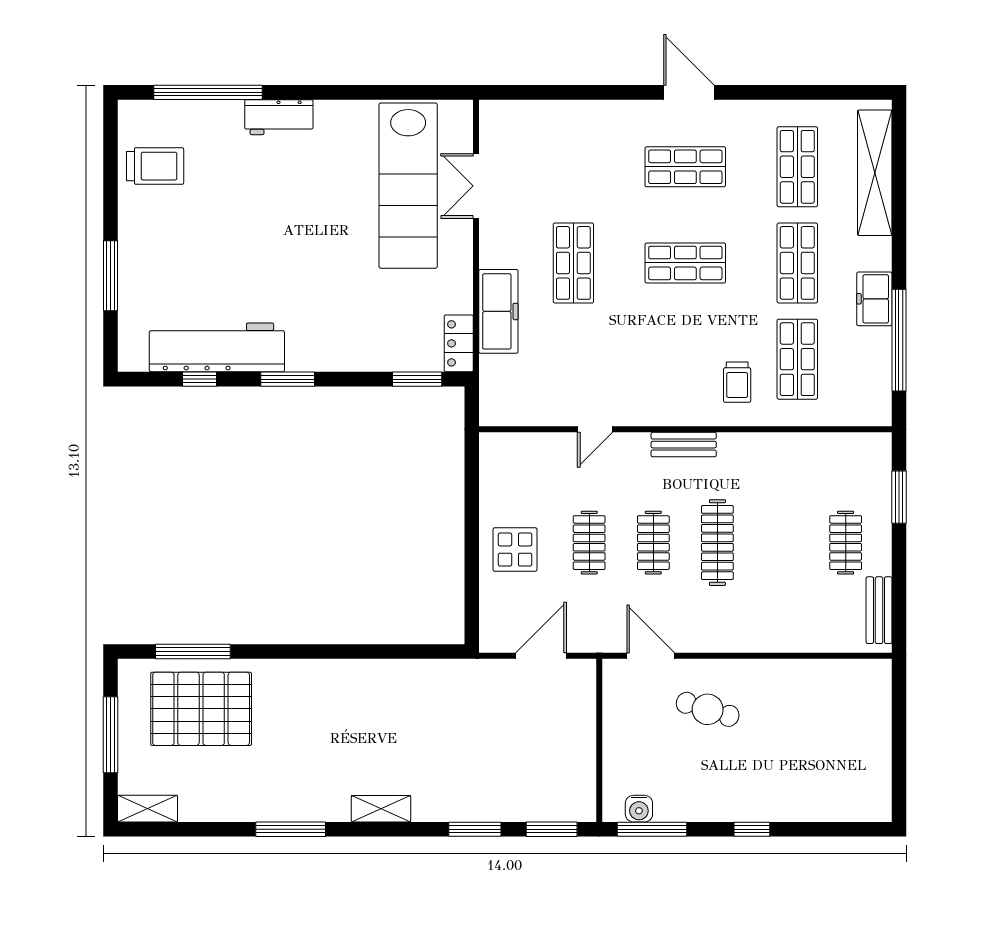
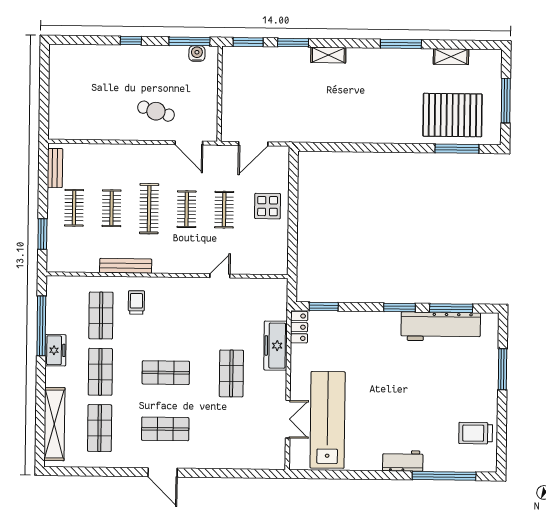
window: (199, 379) -> (451, 308), width x2.17
bench: (684, 445) -> (126, 266), moved, width x1.36
clothes rail: (781, 543) -> (112, 208), added
shelving: (147, 809) -> (451, 57), moved
shelving: (381, 809) -> (328, 55), moved

